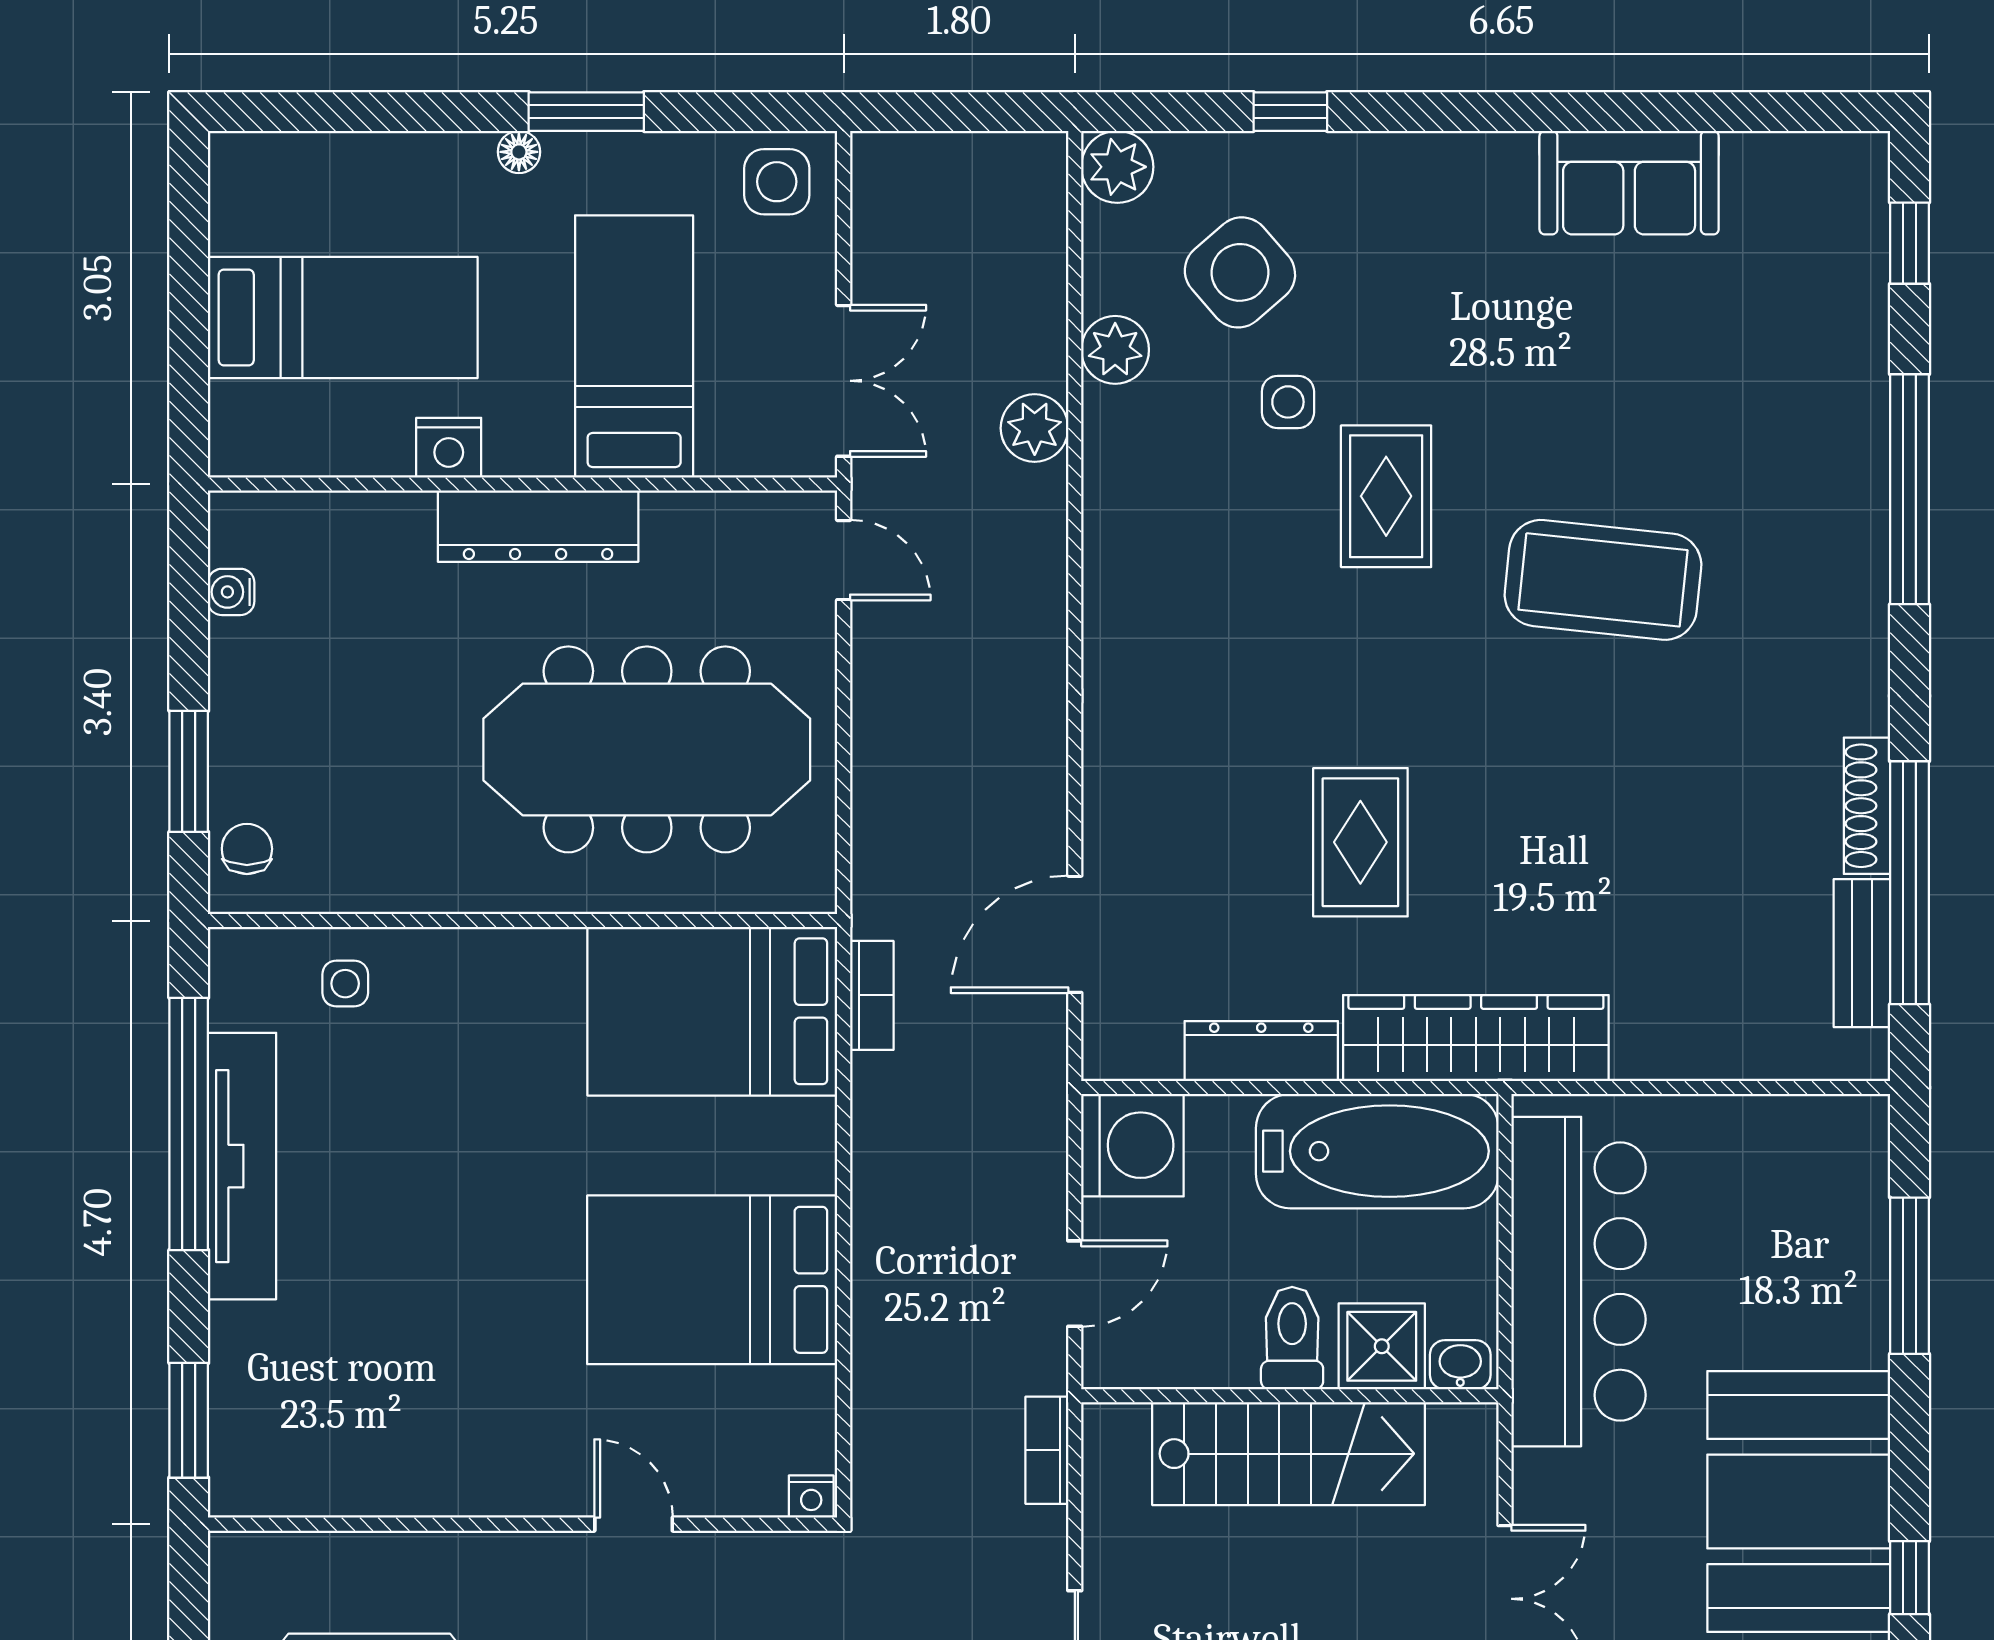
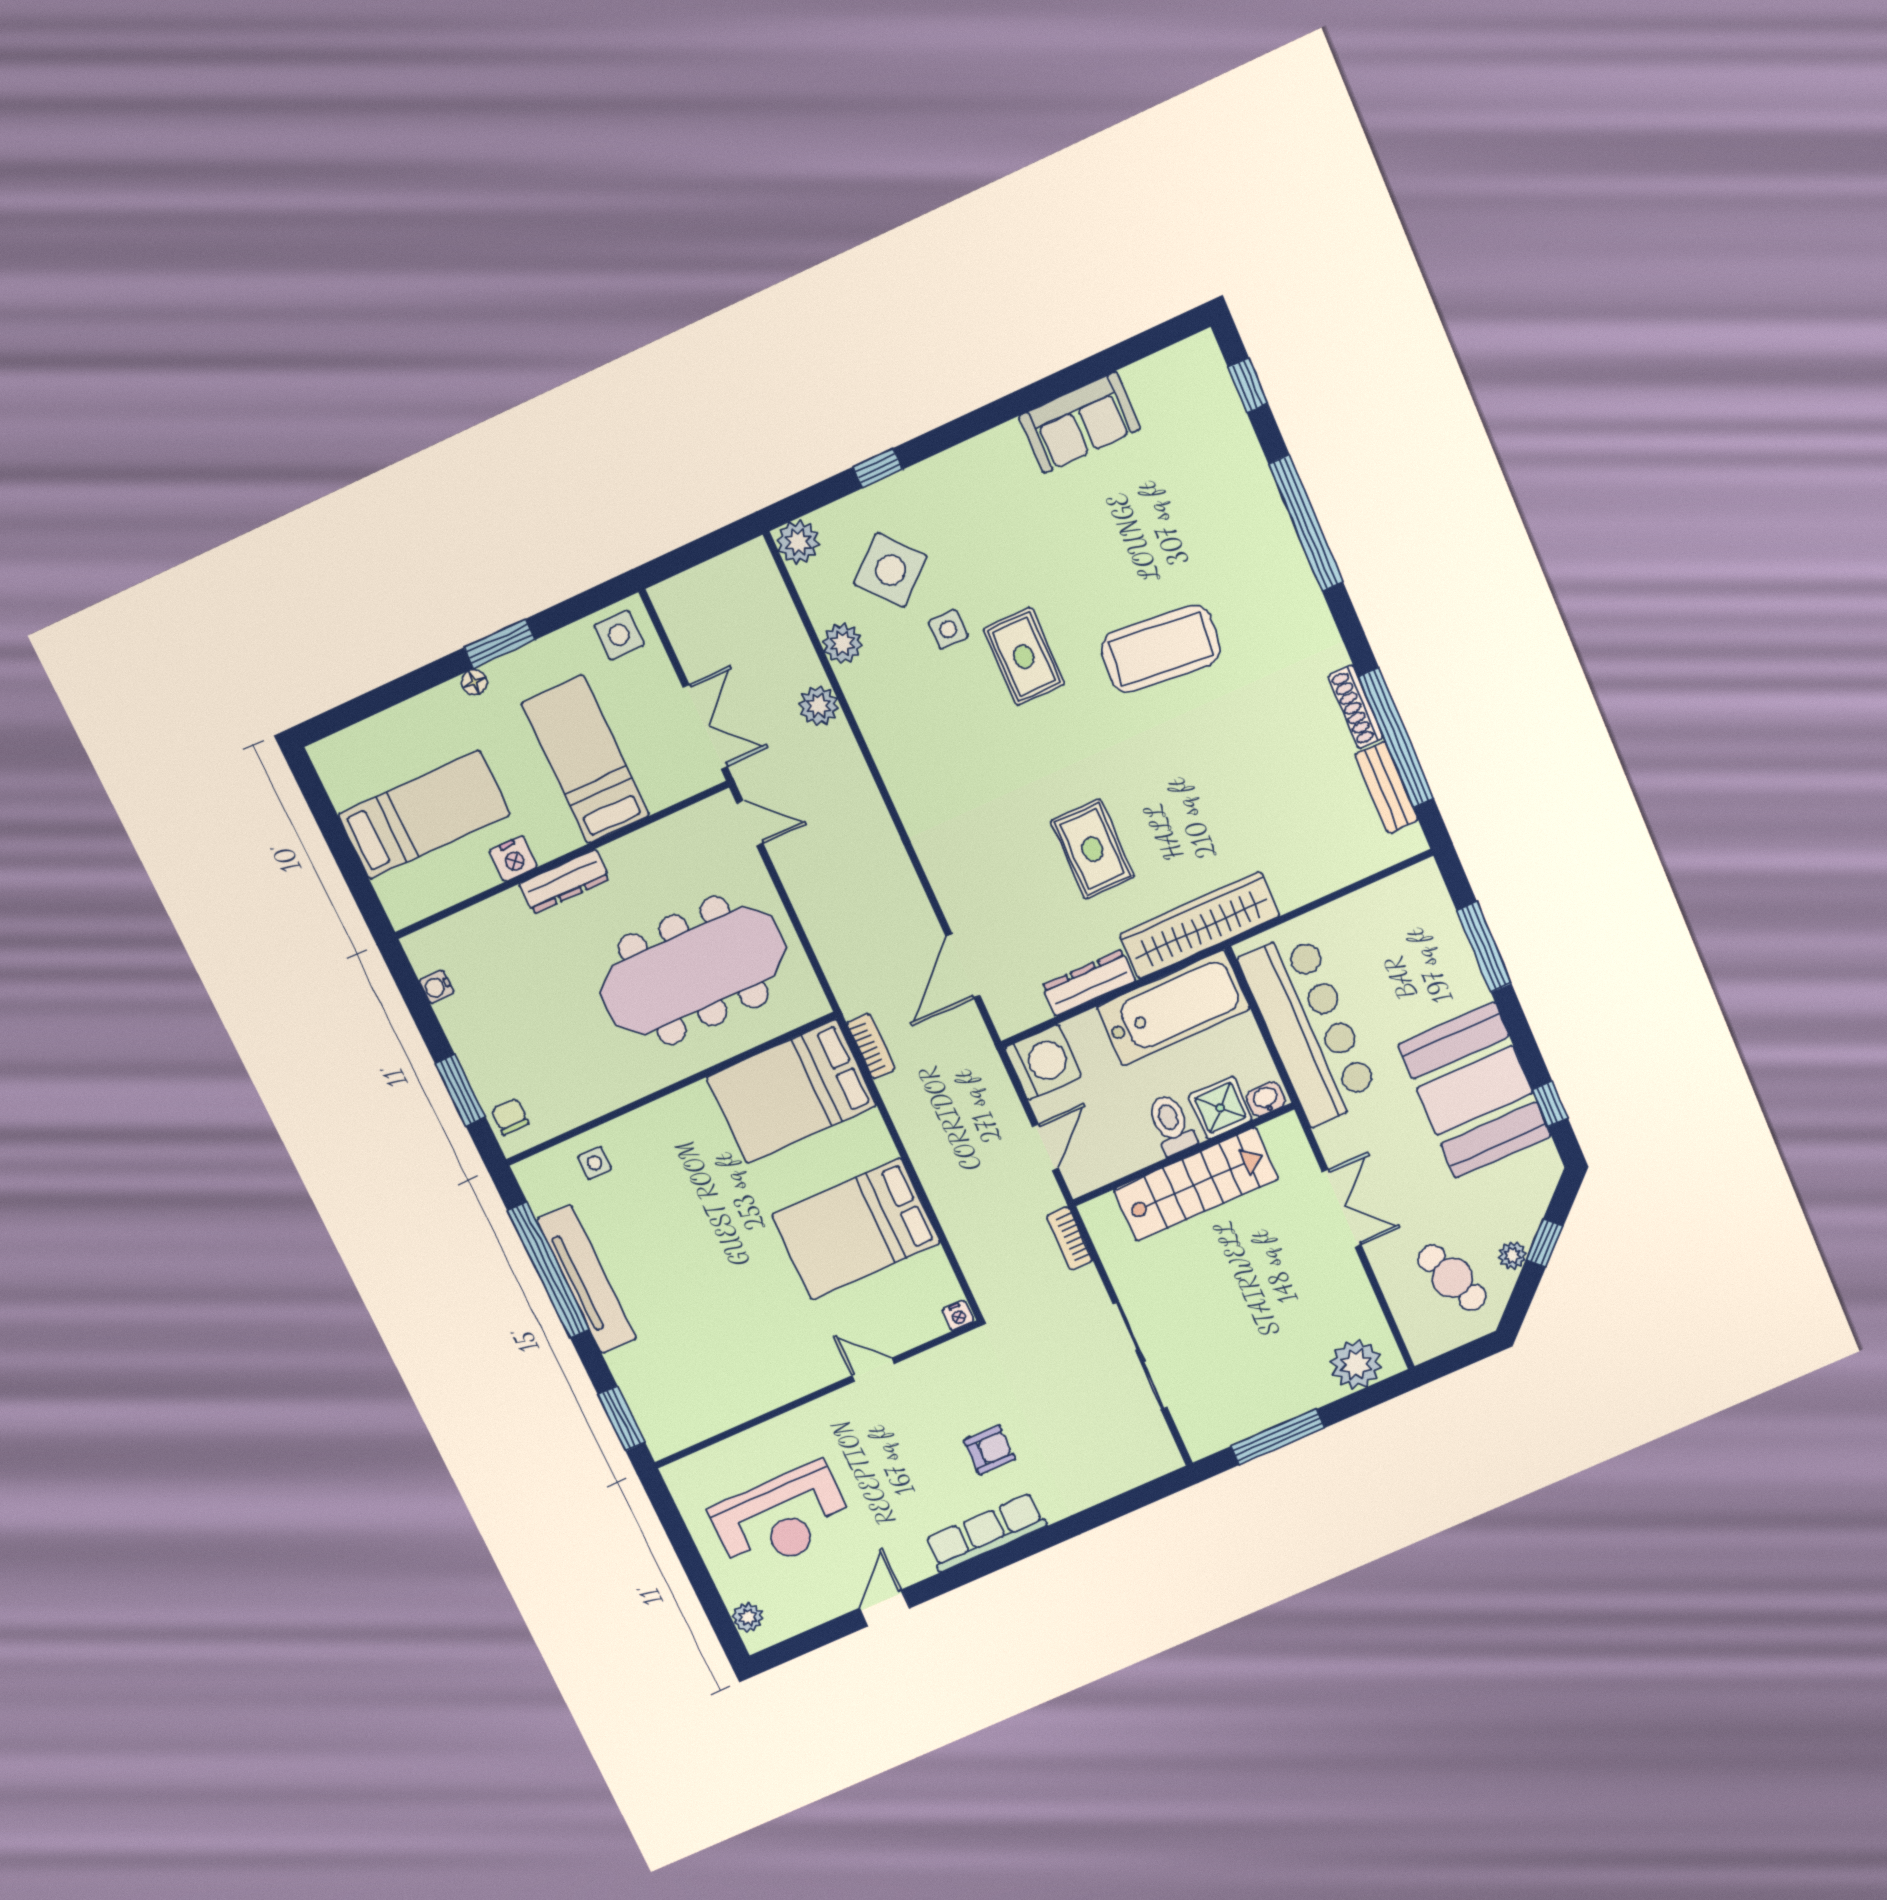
dresser: (538, 526) -> (564, 882), width x0.73, depth x0.80

